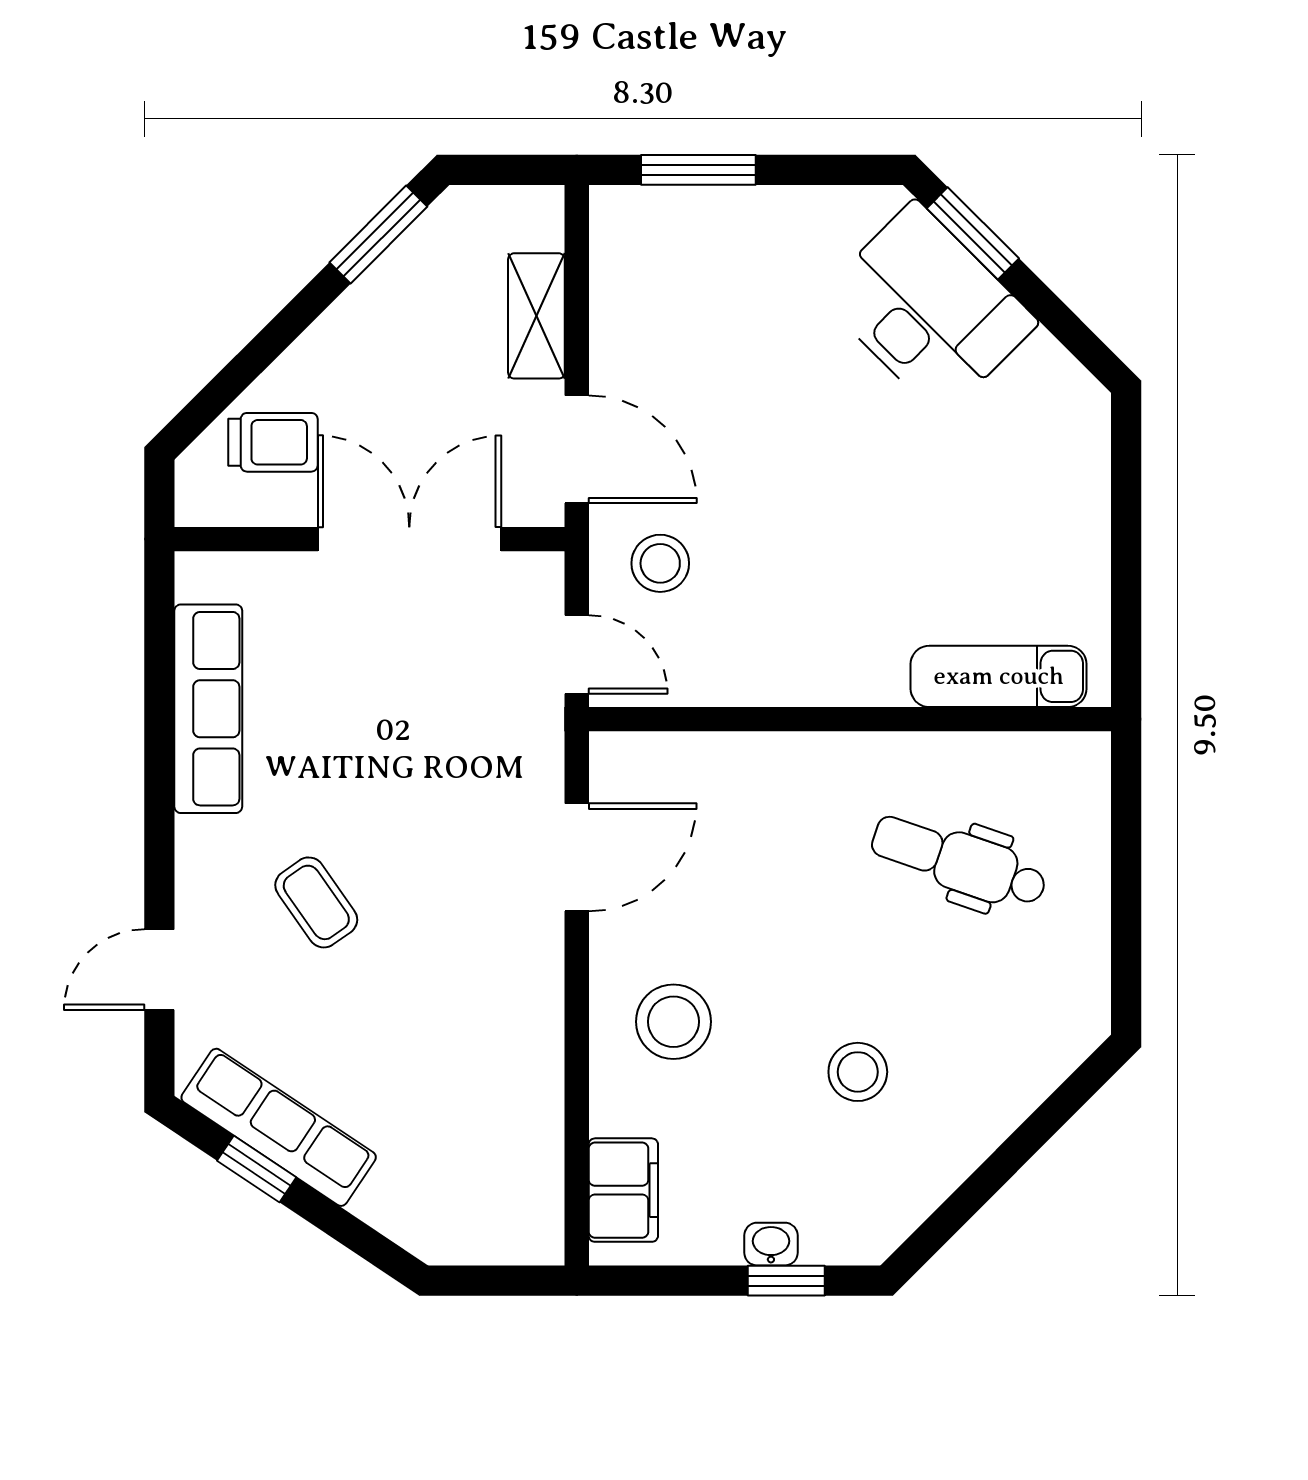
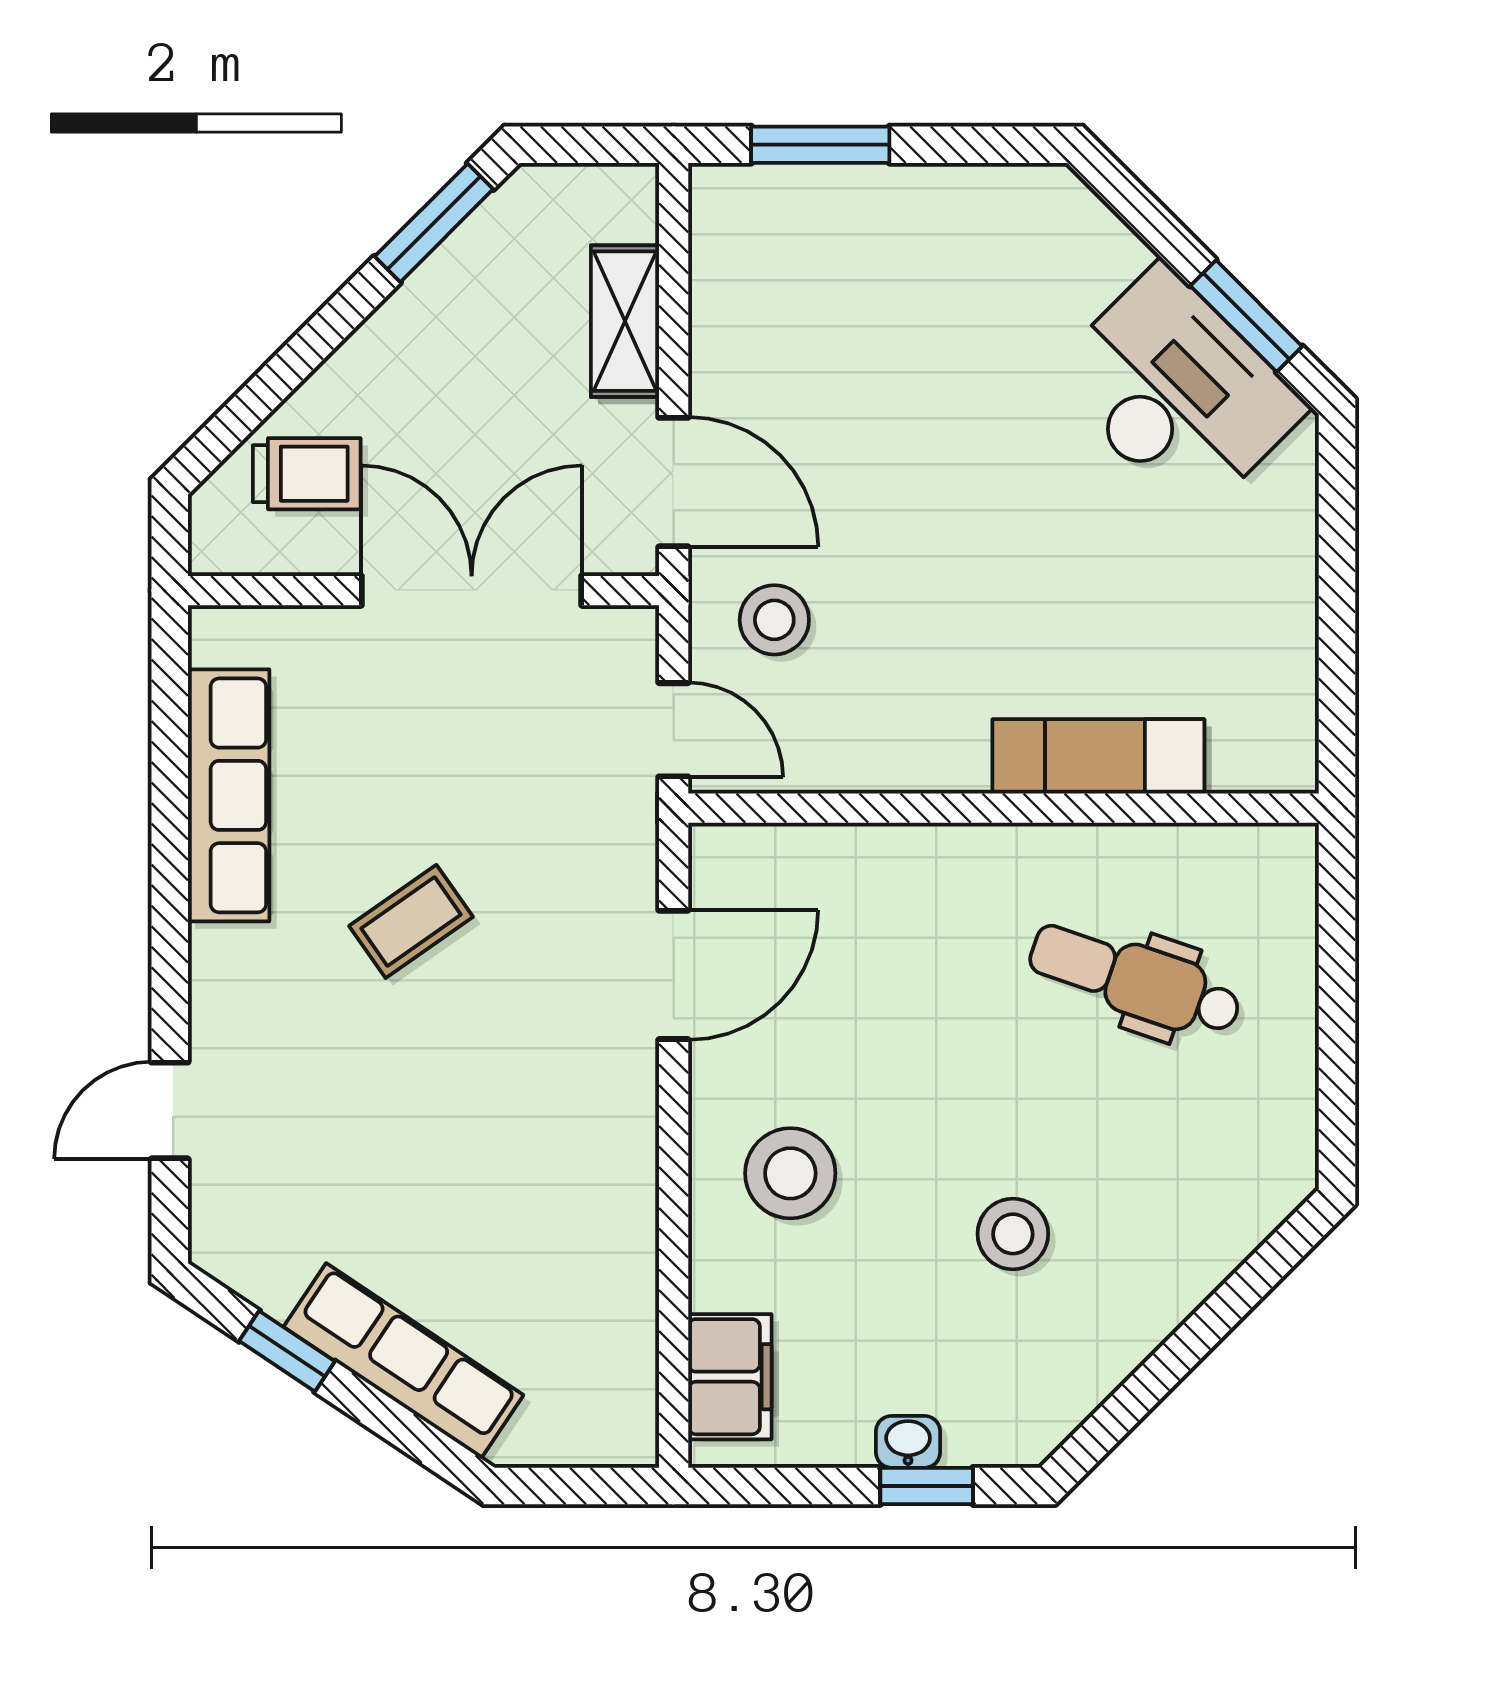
window: (973, 233) -> (1246, 316), moved
desk: (928, 309) -> (1177, 392), moved
exam couch: (999, 676) -> (1098, 756), moved
coffee table: (316, 902) -> (411, 921), moved, turned 90
row of seats: (279, 1127) -> (403, 1361), moved

